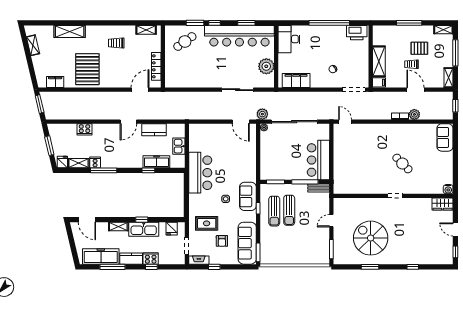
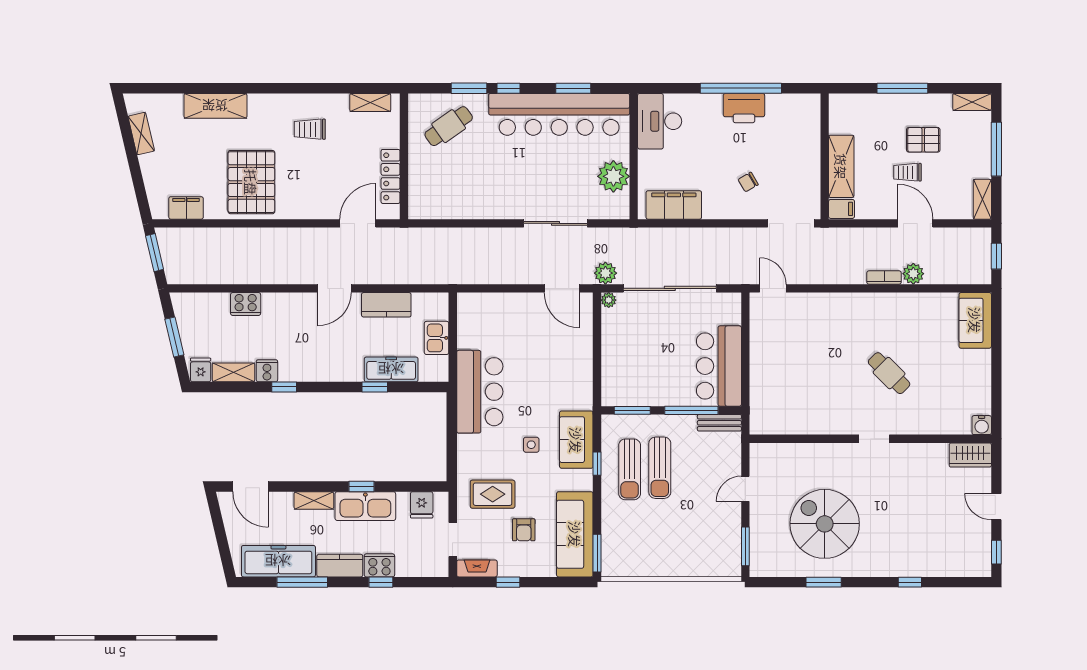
printer: (357, 33) -> (744, 108), moved
window: (104, 170) -> (284, 387), width x0.46

